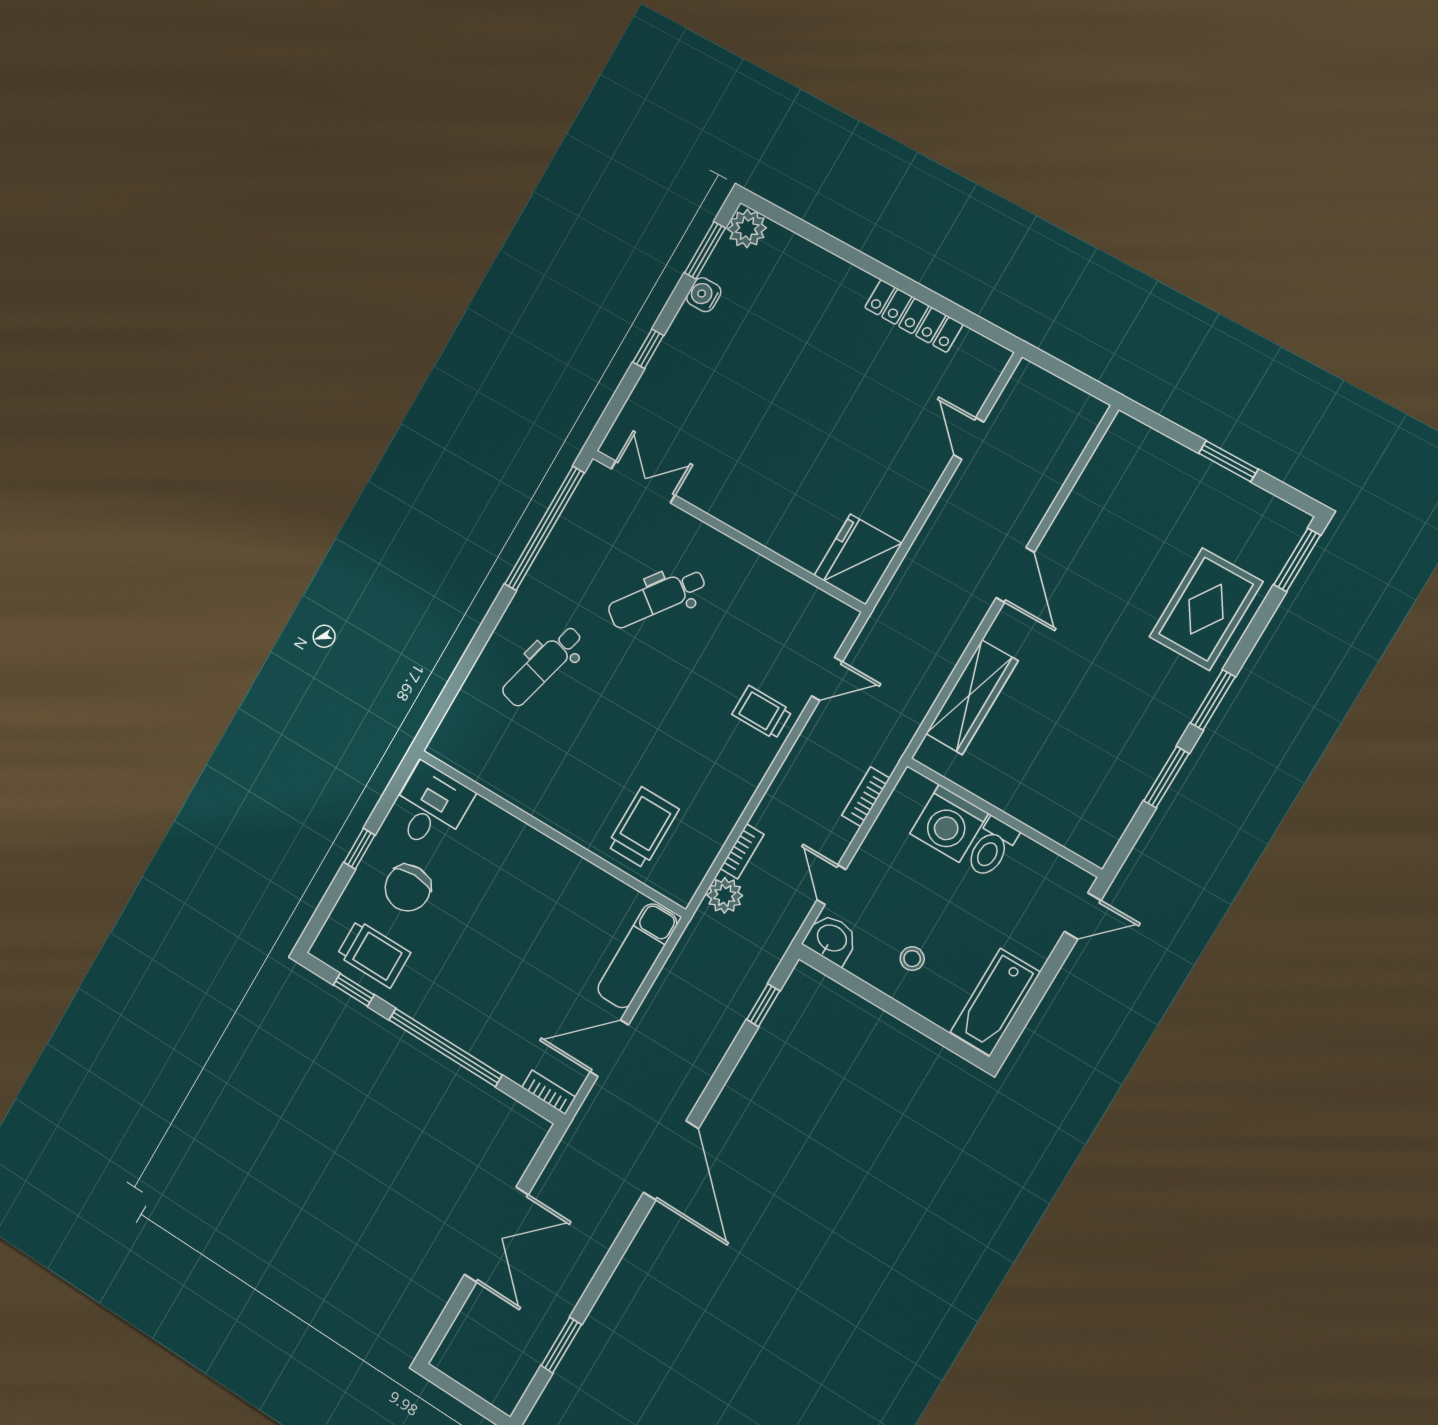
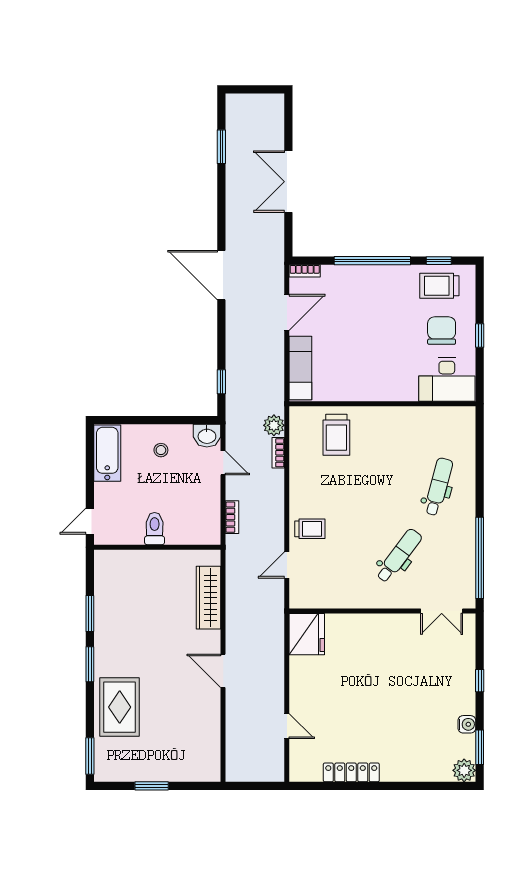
desk: (431, 807) -> (447, 379), width x1.37
washing machine: (949, 823) -> (183, 528), removed

